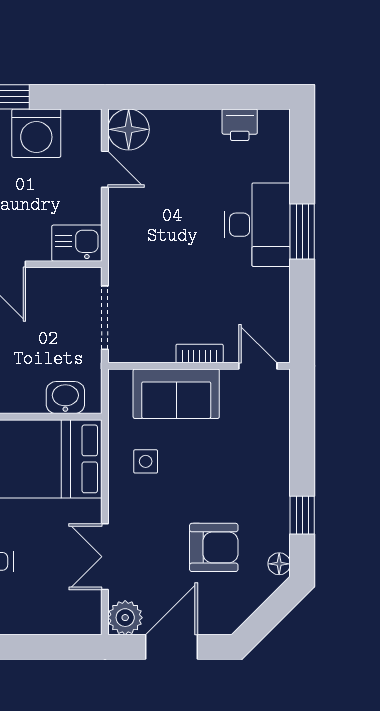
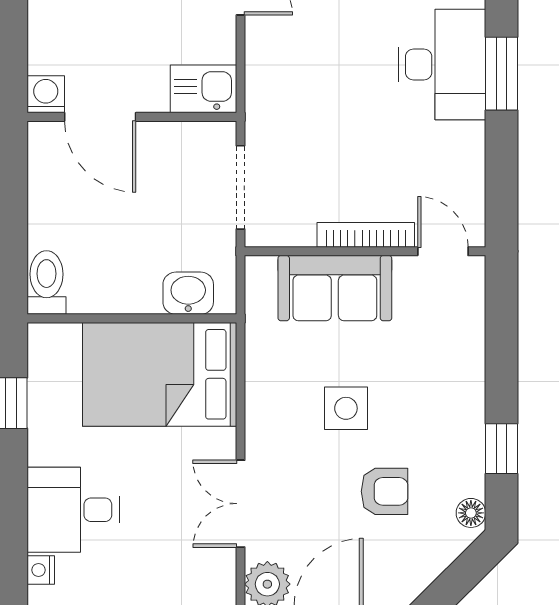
bookcase: (200, 353) -> (366, 235), width x1.56
side table: (146, 461) -> (346, 408), moved, width x1.37, depth x1.37
armchair: (214, 547) -> (384, 491), width x0.72, depth x0.72

